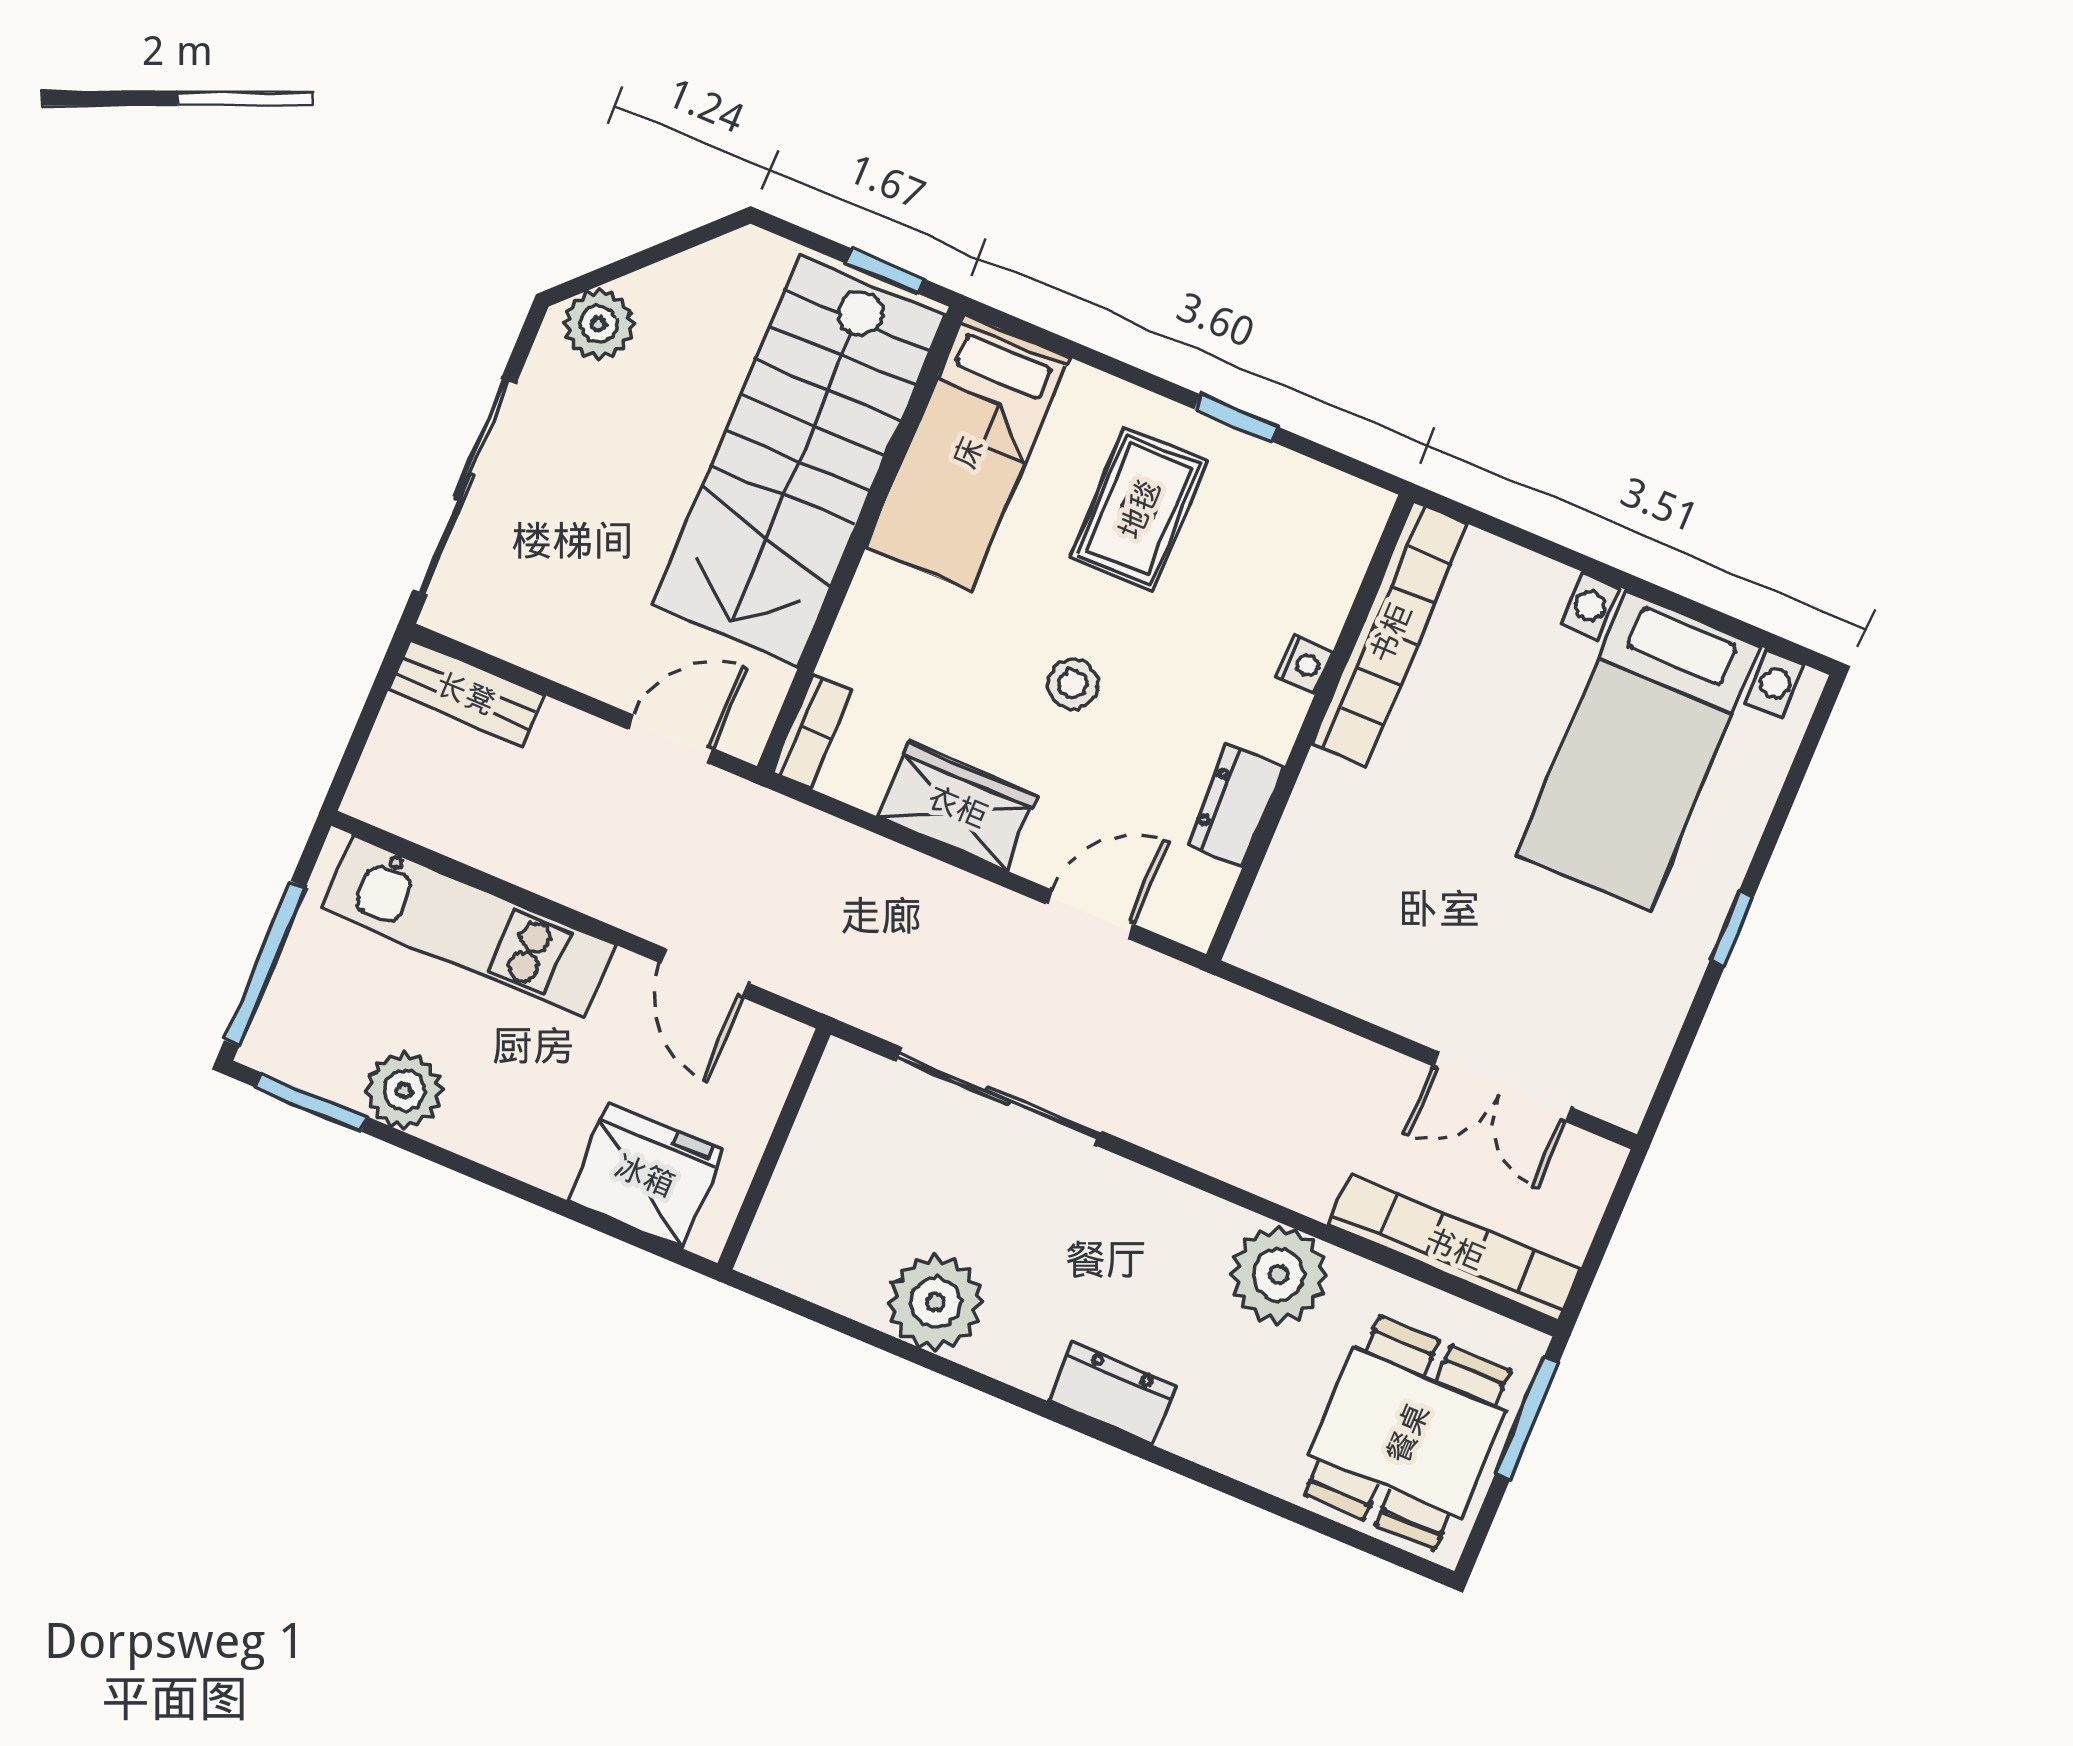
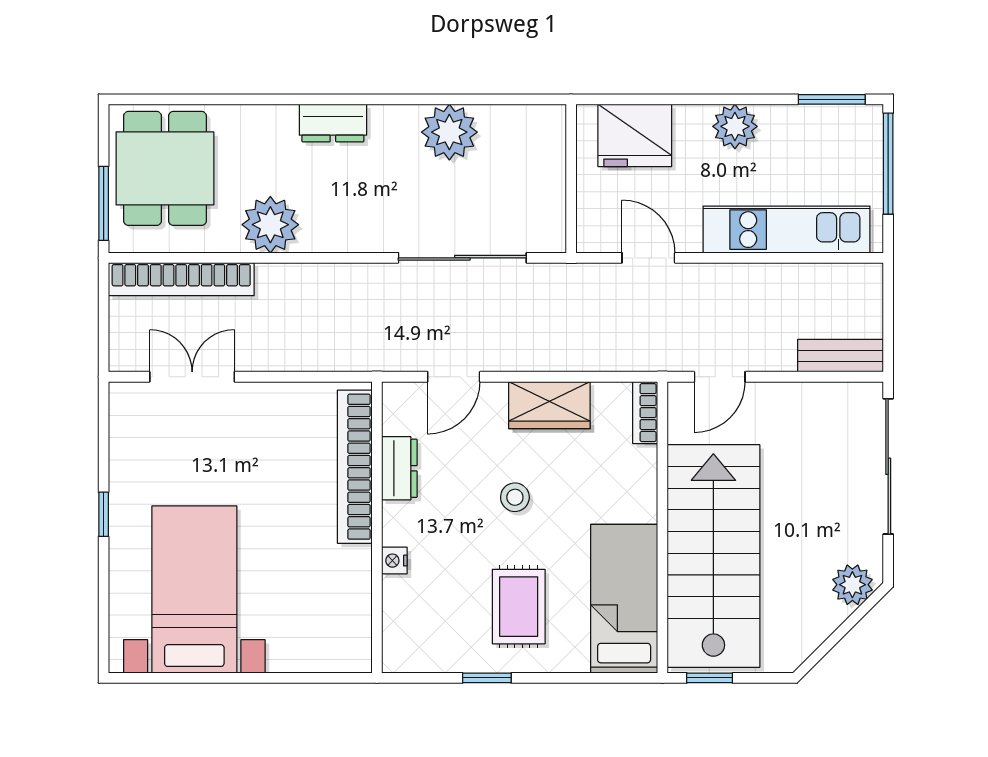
bookcase: (1390, 633) -> (355, 467), moved
plant: (404, 1091) -> (735, 126), moved

